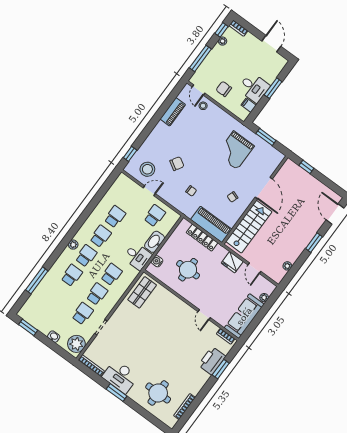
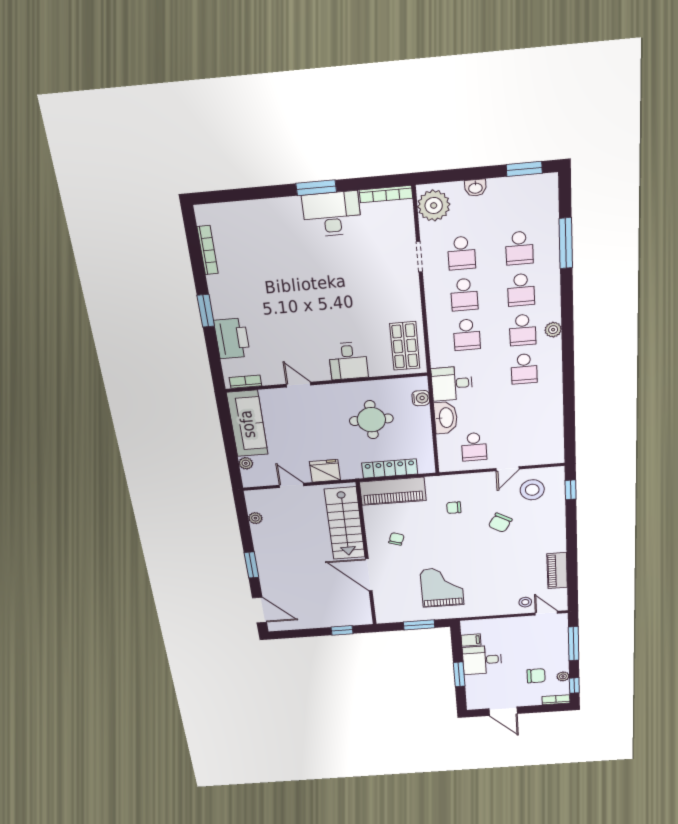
chair: (224, 89) -> (536, 676), moved
school desk: (115, 217) -> (519, 248), moved
desk: (172, 307) -> (348, 361), added
window: (221, 369) -> (206, 311), moved
round table: (158, 393) -> (260, 237), removed

